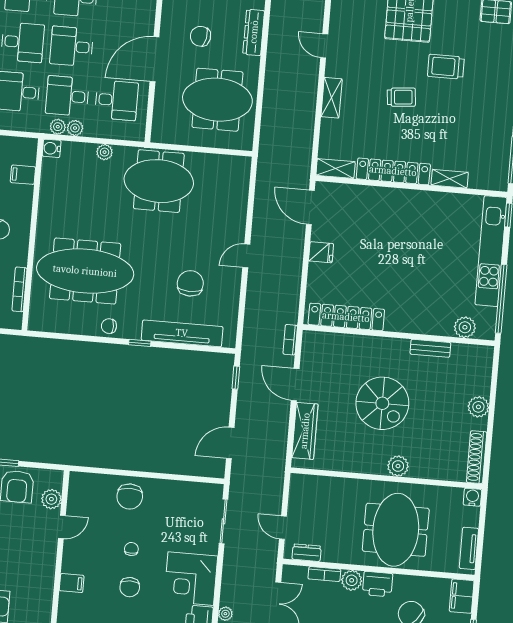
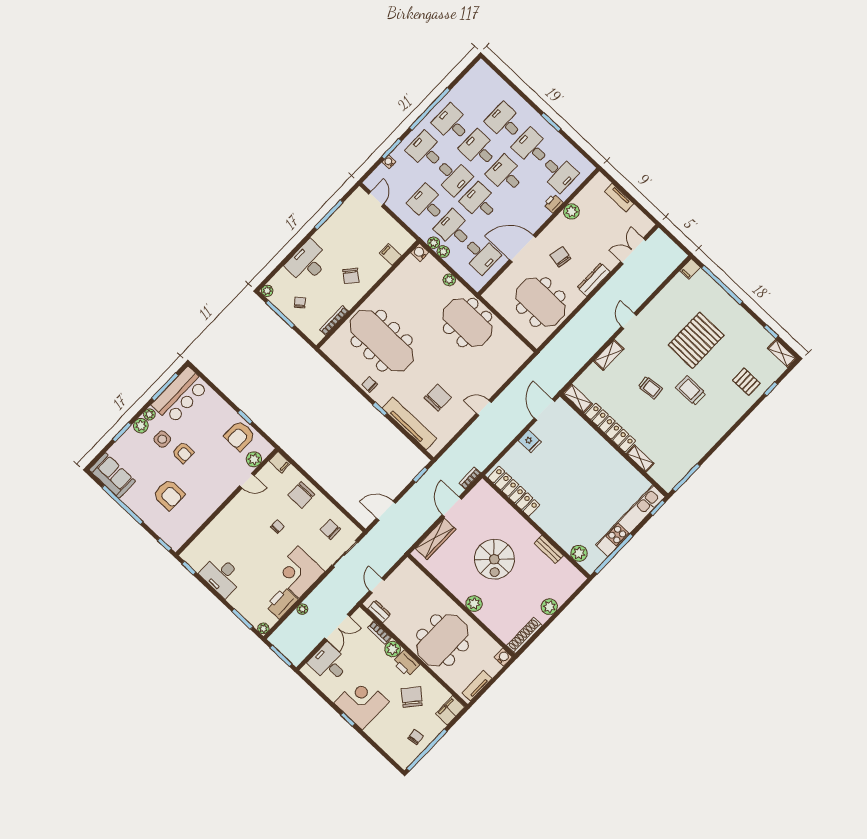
filing cabinet: (72, 583) -> (280, 462), moved
chair: (130, 587) -> (330, 529), moved, turned 90

